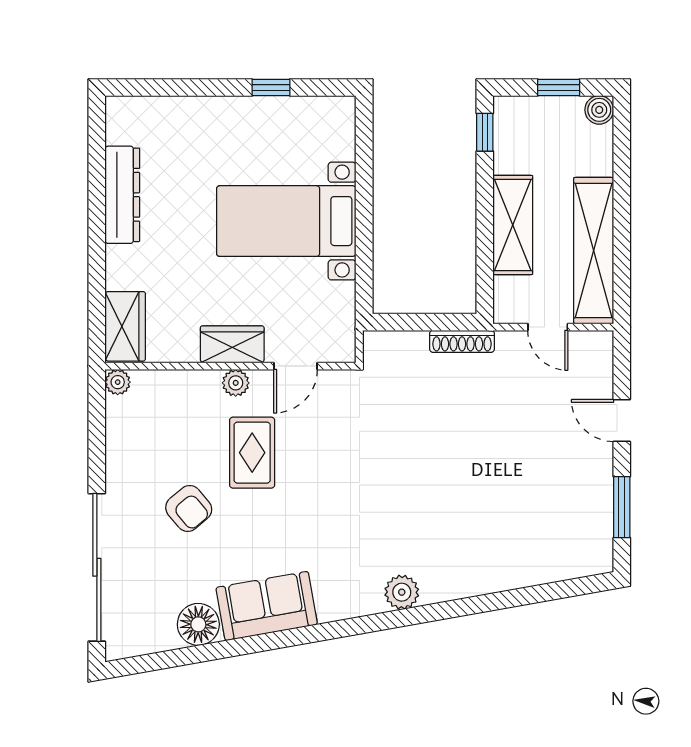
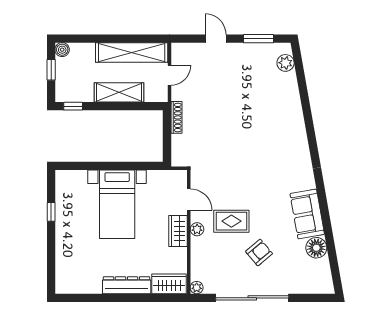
dresser: (122, 195) -> (127, 285), moved
door: (622, 420) -> (216, 39), swing flipped
sliding door: (97, 567) -> (252, 298), moved
plant: (402, 592) -> (286, 63), moved

